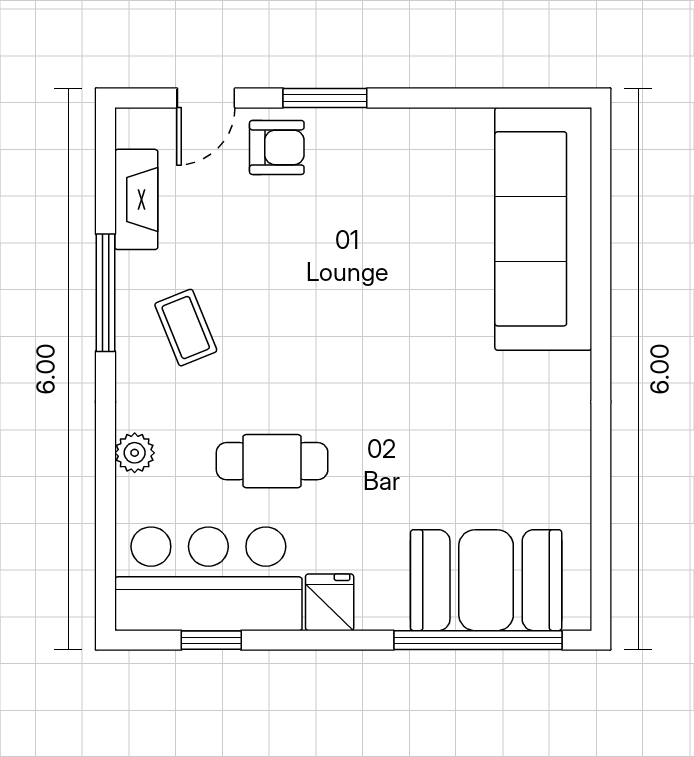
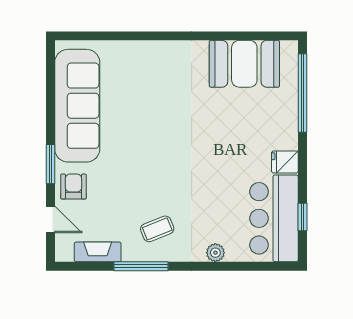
sofa: (543, 229) -> (77, 106), moved, turned -90
cafe table: (272, 461) -> (219, 189), removed
booth: (486, 580) -> (244, 64), moved, turned 90

